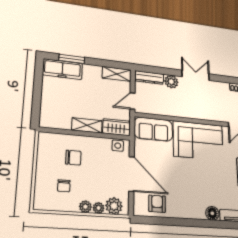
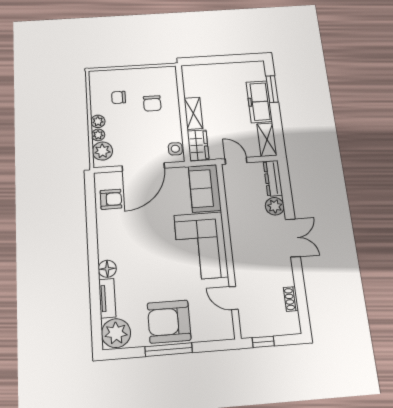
freezer: (63, 69) -> (259, 102), moved

